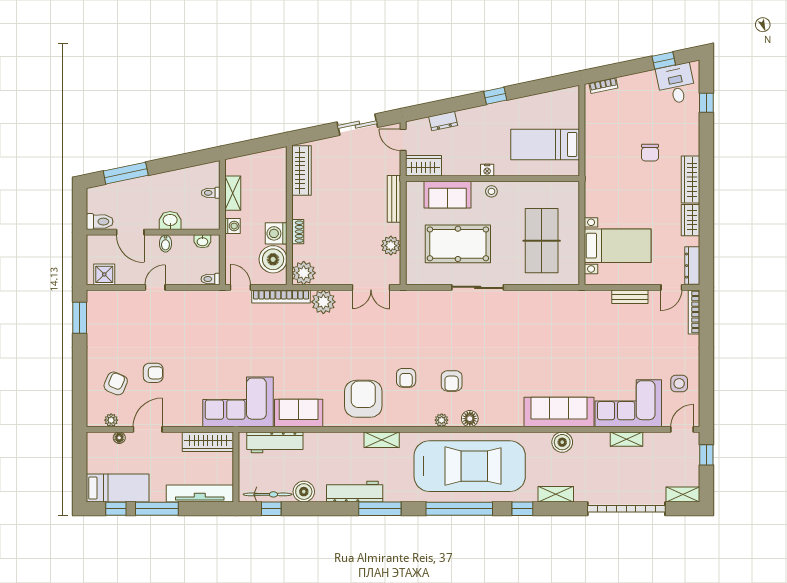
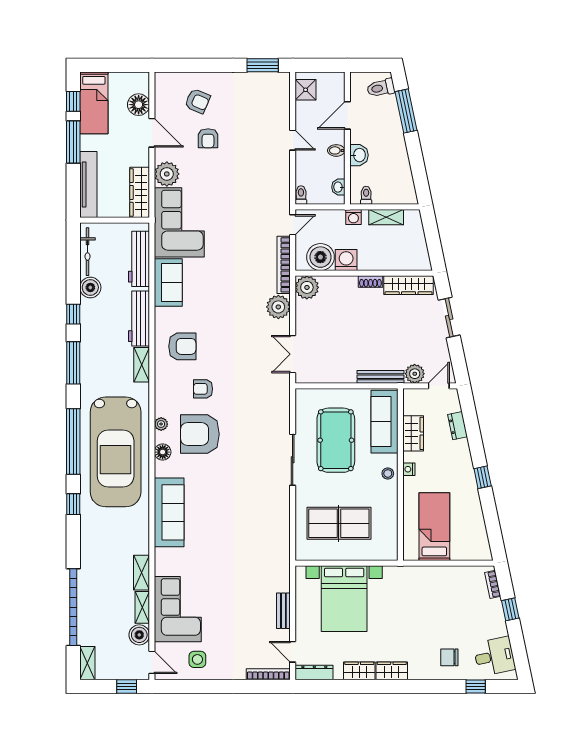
window: (664, 60) -> (510, 609), moved
sliding door: (357, 125) -> (449, 317), moved
chair: (650, 153) -> (449, 657), moved
wardrobe: (423, 166) -> (413, 433), moved
wardrobe: (691, 180) -> (392, 671), width x0.67
toilet: (211, 193) -> (366, 195), moved
sofa: (447, 195) -> (385, 422), width x1.36
toilet: (100, 222) -> (381, 88), moved, turned 78
shoe rack: (298, 232) -> (370, 282), moved
plant: (391, 246) -> (415, 374), moved
bed with nightstands: (618, 246) -> (344, 599), width x1.36
armchair: (452, 381) -> (200, 434), width x1.88, depth x1.88
armchair: (363, 399) -> (182, 346), width x0.73, depth x0.73
sofa: (559, 412) -> (169, 512), moved
plant: (111, 420) -> (167, 174), moved, width x1.88, depth x1.88
floor lamp: (119, 438) -> (139, 105), width x1.89, depth x1.89
boiler: (562, 442) -> (139, 635), moved
workbench: (355, 492) -> (139, 318), moved, turned 180
shelving: (556, 494) -> (142, 573), moved
window: (271, 509) -> (73, 314), moved

